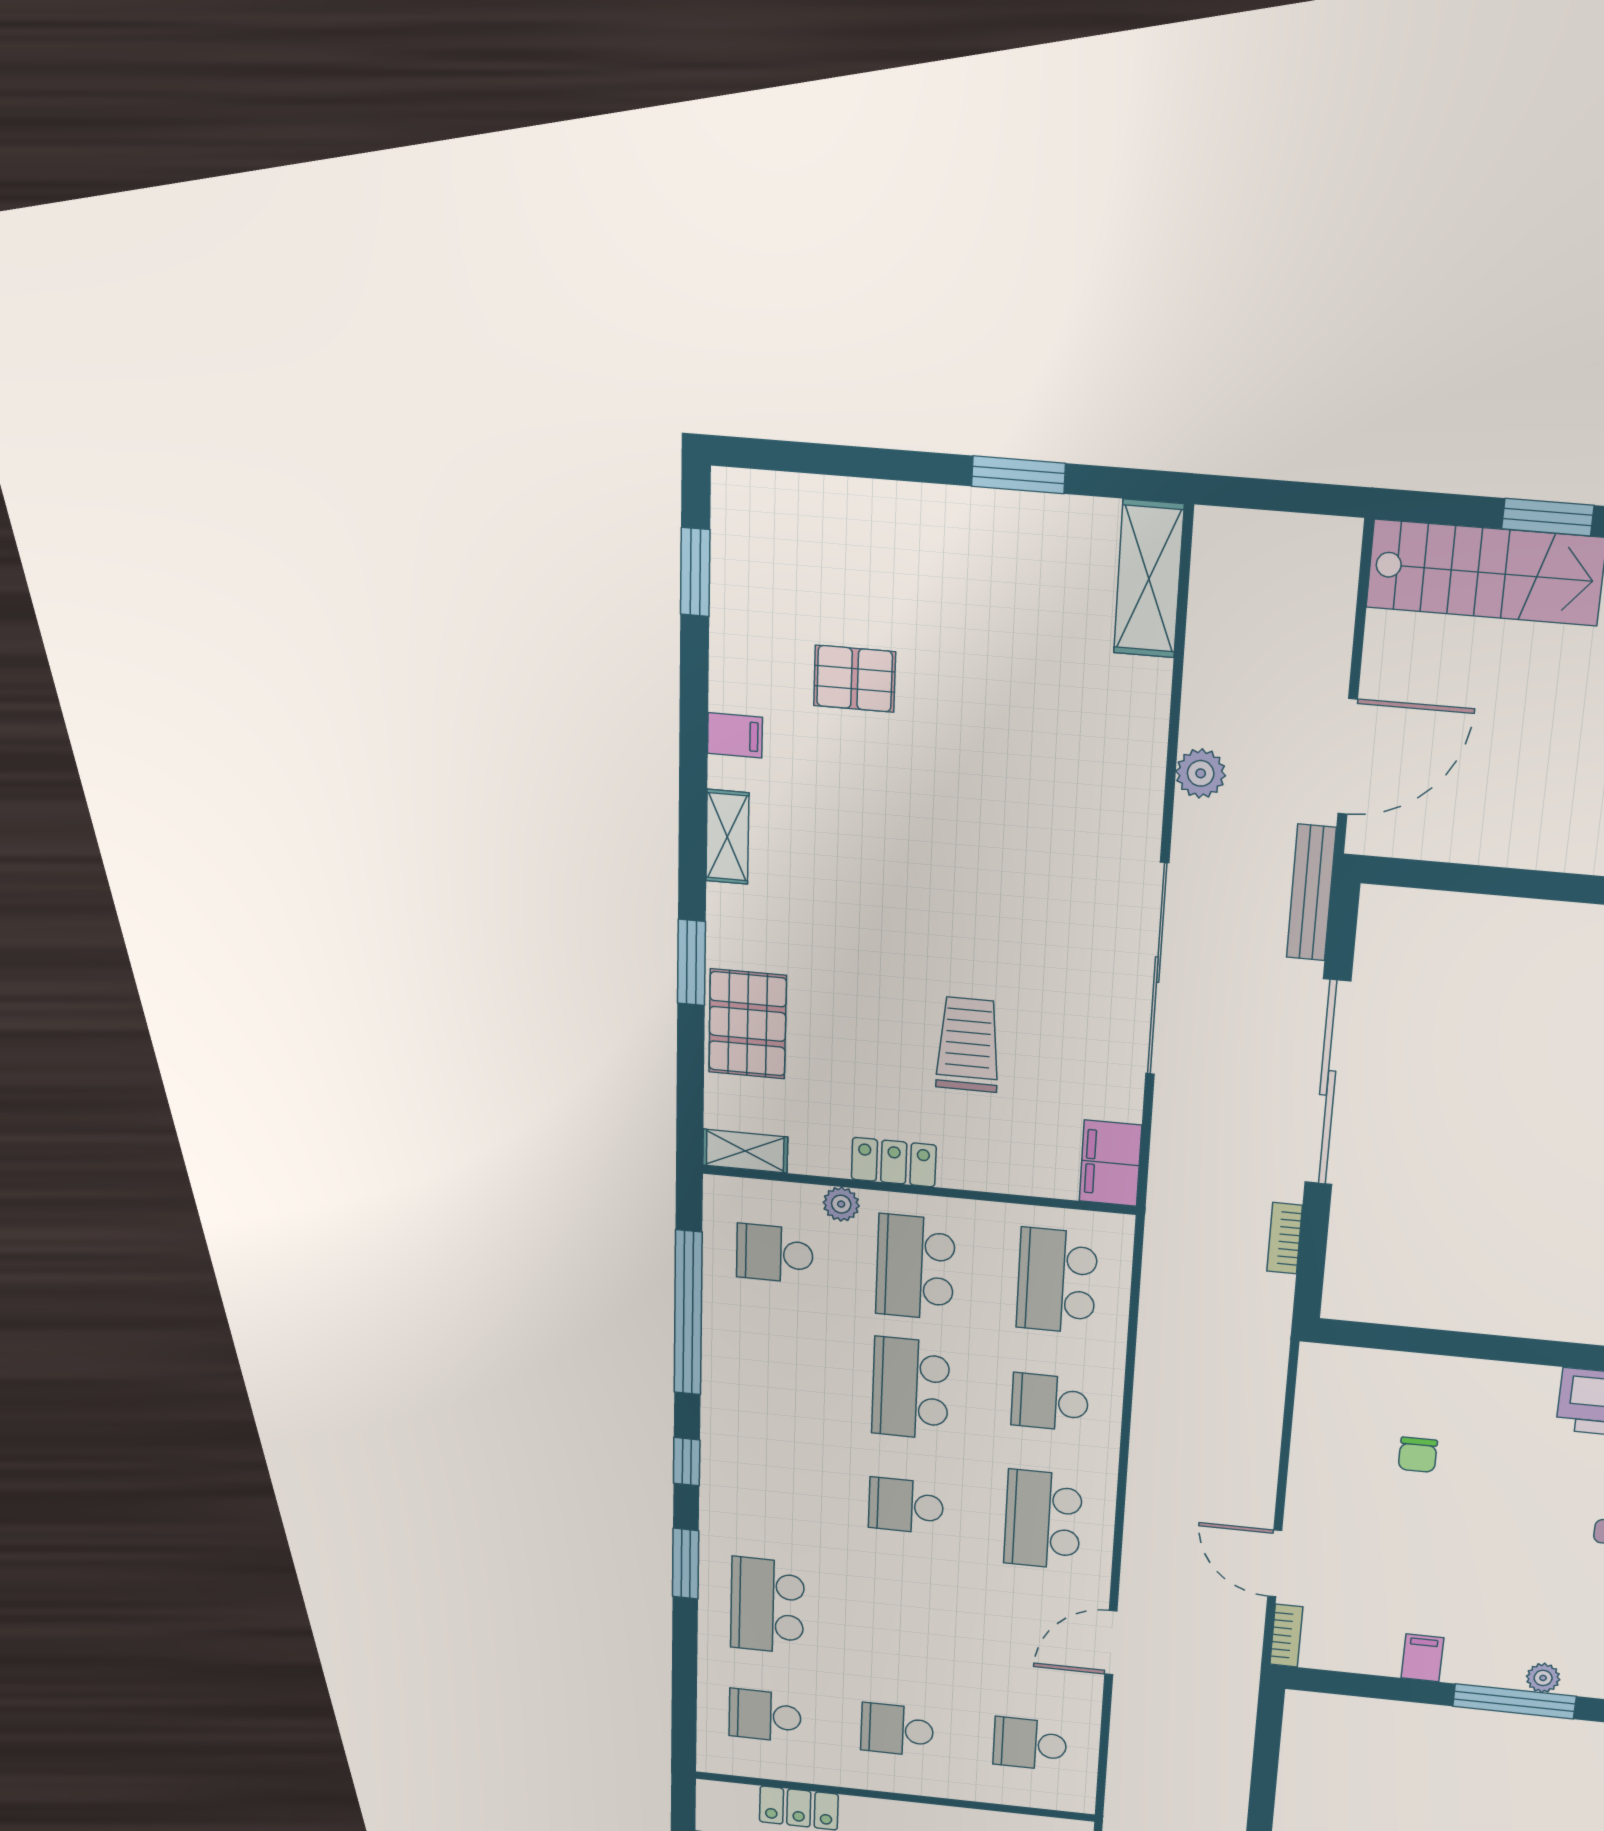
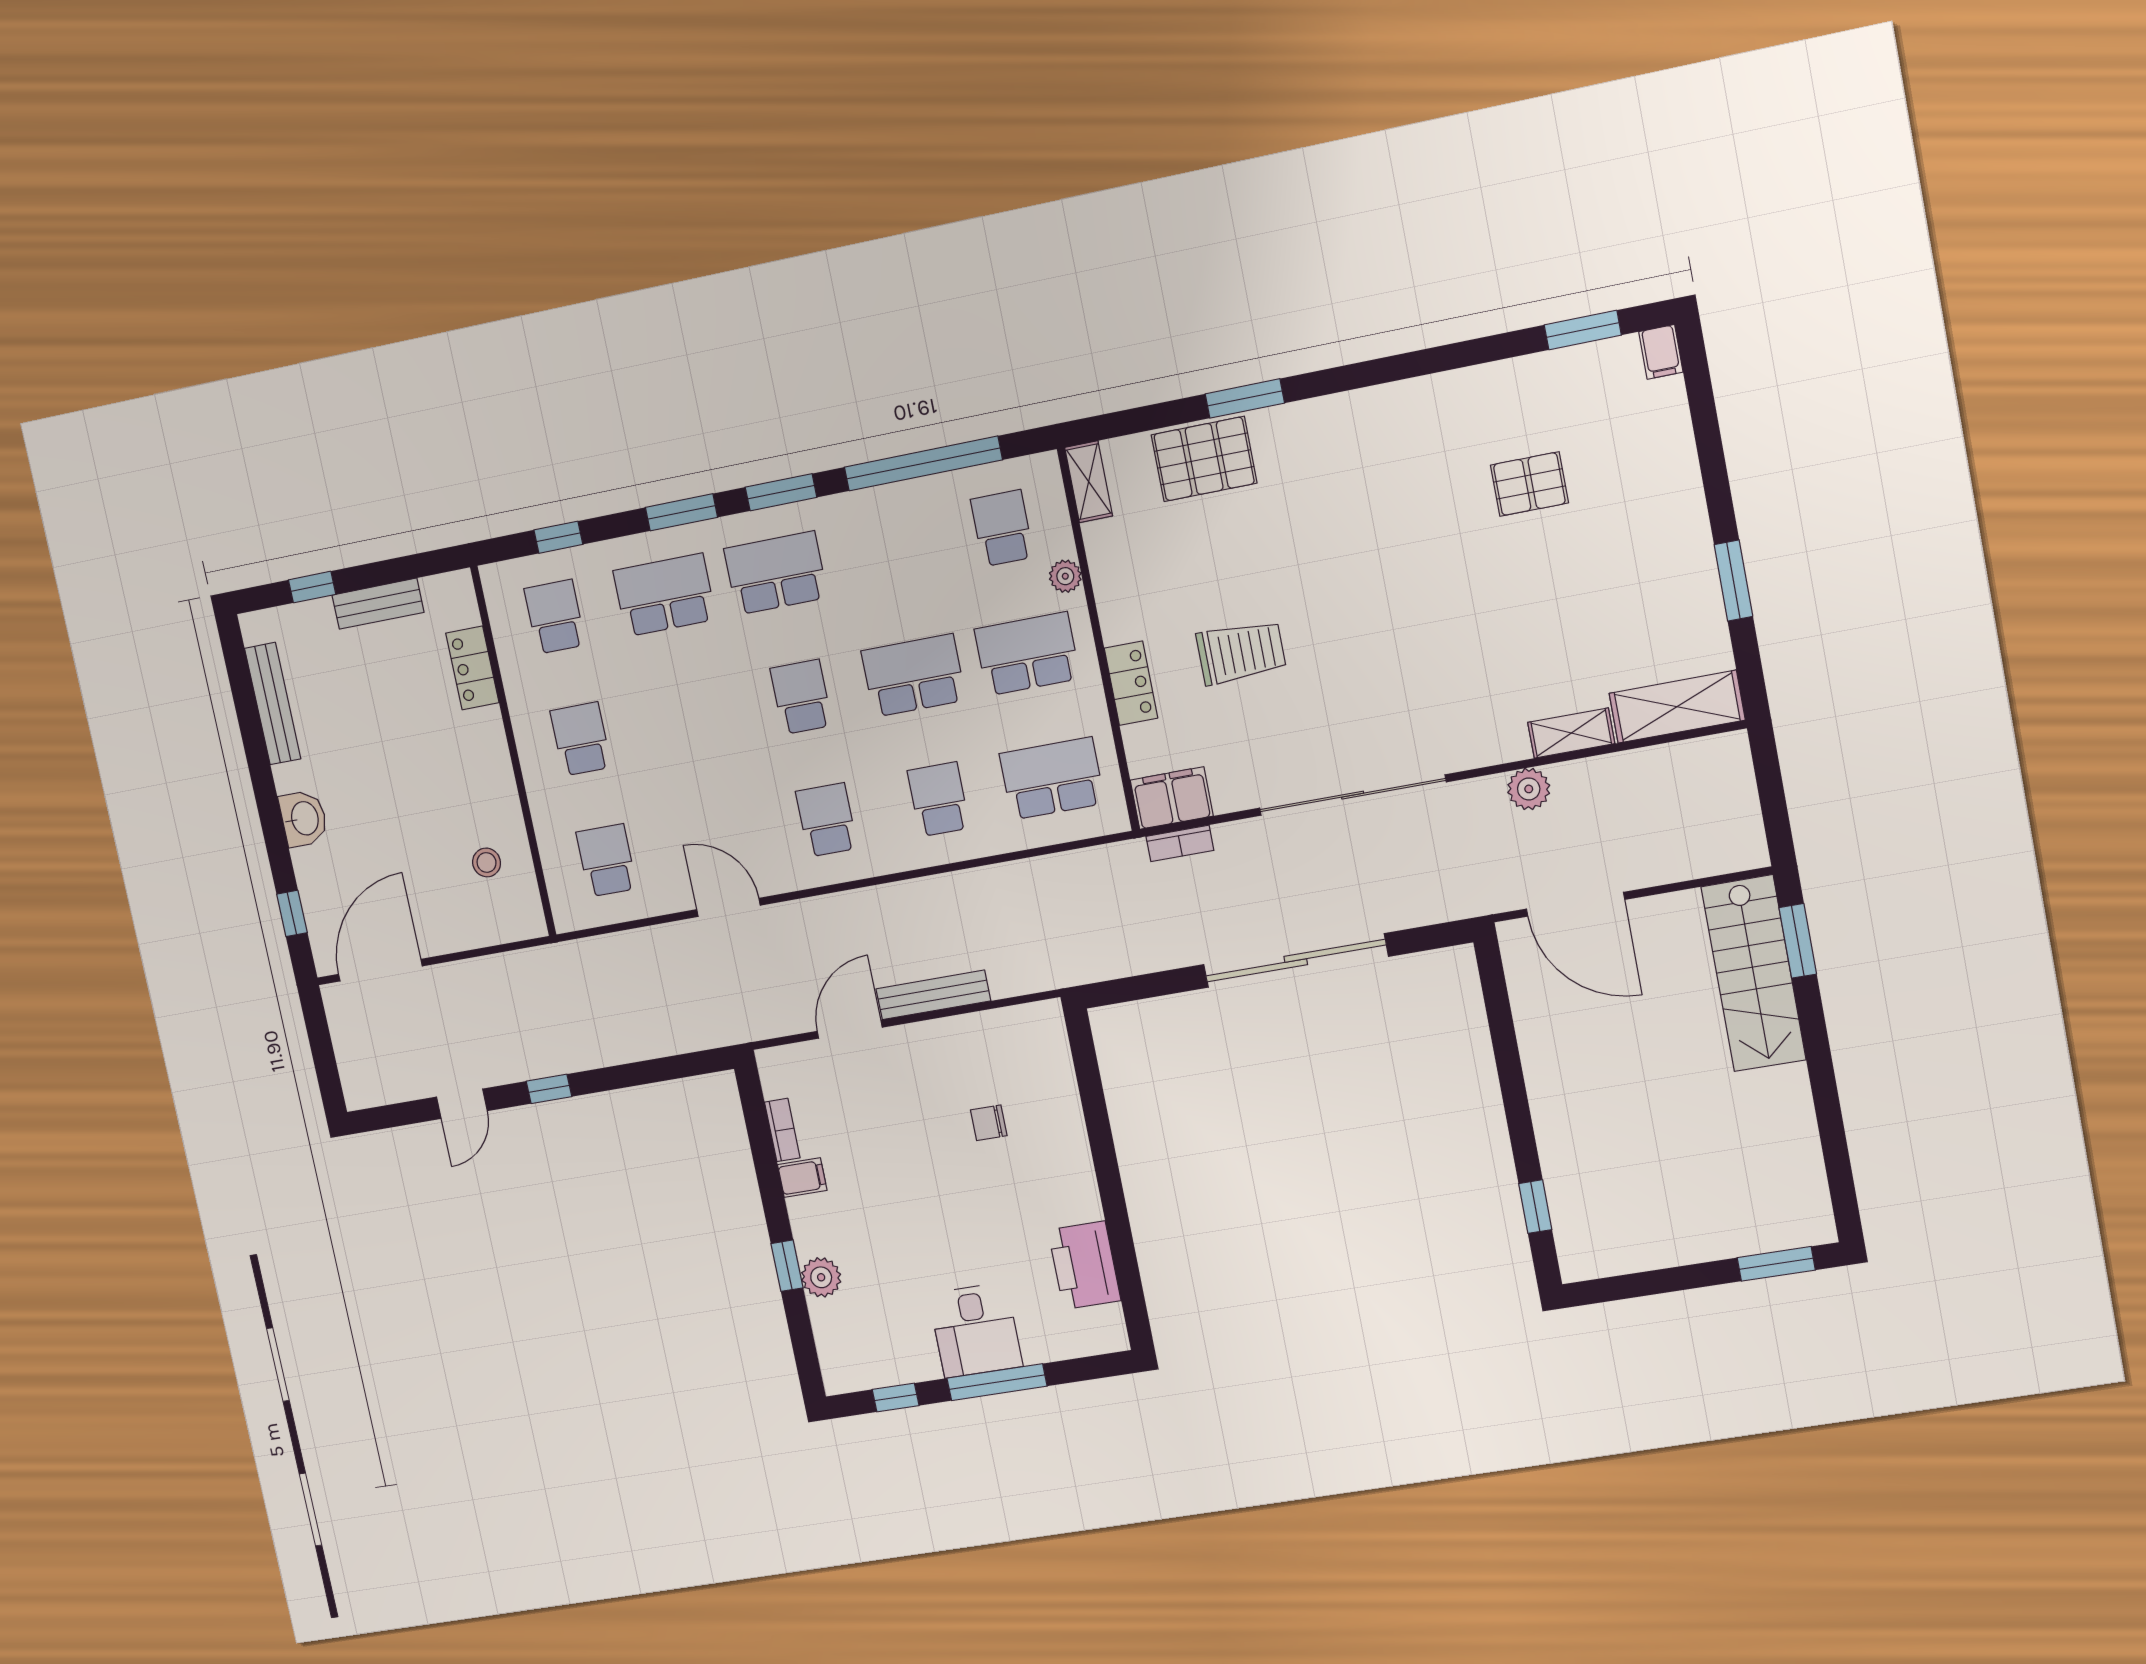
window: (1548, 517) -> (1798, 941), moved
pallet: (855, 679) -> (1529, 484), turned 90
filing cabinet: (735, 735) -> (1661, 352), moved
shelving: (727, 837) -> (1571, 733), moved
bench: (1311, 893) -> (933, 995), moved
locker: (894, 1162) -> (1131, 683), moved
bookcase: (1285, 1238) -> (1180, 843), moved, turned 180
window: (687, 1462) -> (781, 492), width x1.50
school desk: (770, 1492) -> (776, 573), added
school desk: (1043, 1520) -> (827, 820), width x0.54
bookcase: (1286, 1636) -> (782, 1130), moved, turned -90
plant: (1543, 1678) -> (821, 1277), width x1.38, depth x1.38
window: (684, 1687) -> (558, 537), added
window: (1514, 1701) -> (787, 1266), width x0.46

